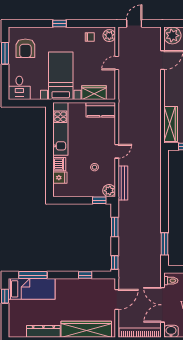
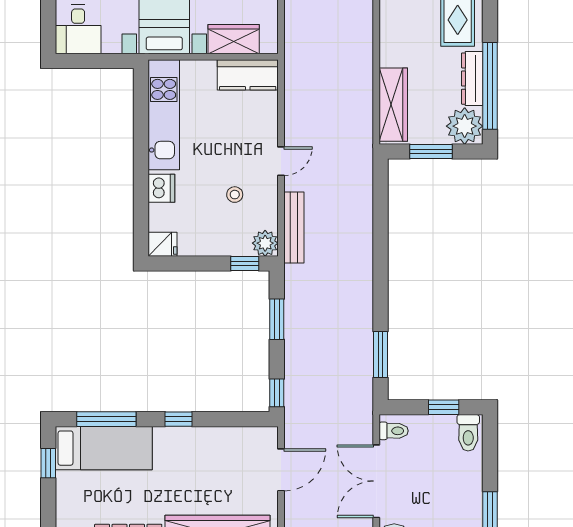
fridge: (60, 178) -> (163, 244), moved
window: (85, 275) -> (179, 419), moved

